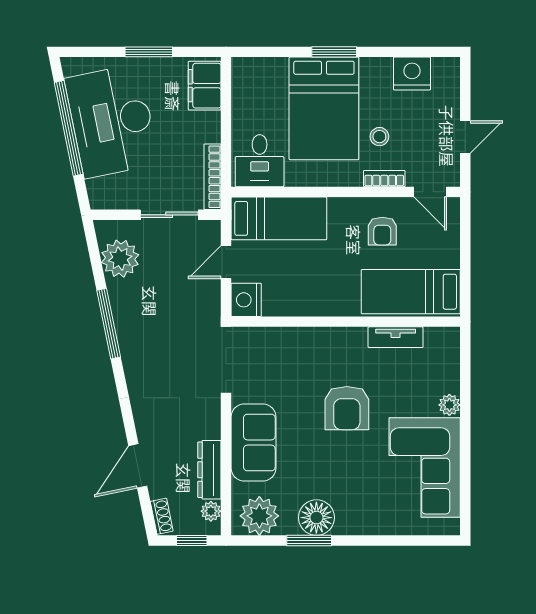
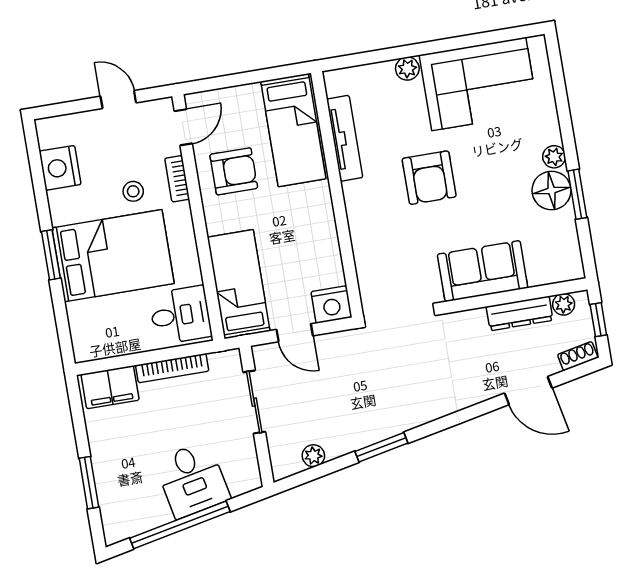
window: (149, 52) -> (89, 483), moved
desk: (112, 121) -> (192, 480), width x0.53, depth x0.77
bookcase: (213, 177) -> (172, 368), moved
armchair: (382, 231) -> (234, 171), width x1.38, depth x1.38
plant: (120, 259) -> (313, 456), width x0.53, depth x0.53
window: (109, 324) -> (381, 447), width x0.69
tv unit: (396, 337) -> (345, 138), width x1.41
armchair: (347, 408) -> (429, 178), turned 90
plant: (259, 516) -> (554, 157), moved, width x0.53, depth x0.53

